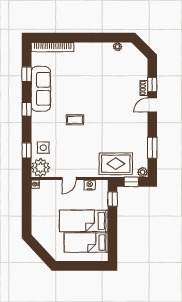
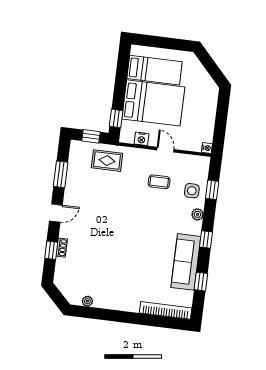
door: (152, 105) -> (56, 213), moved
coffee table: (75, 120) -> (159, 182), moved
rug: (116, 164) -> (107, 161), width x0.73, depth x0.70
plant: (40, 168) -> (198, 214), moved, width x0.53, depth x0.53
plant: (143, 172) -> (76, 146), removed
door: (69, 179) -> (165, 150), hinge flipped
bed: (84, 221) -> (153, 103), width x1.50

